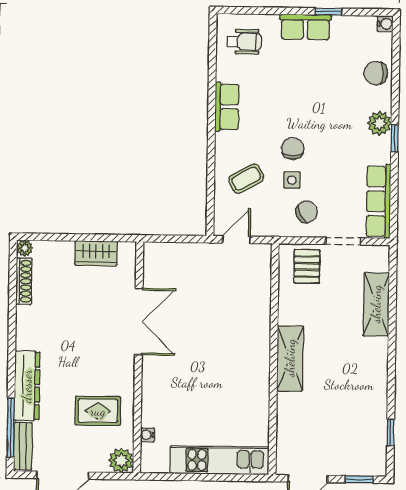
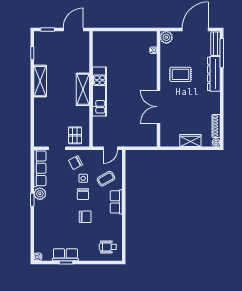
row of seats: (305, 27) -> (65, 255), moved
chair: (376, 73) -> (85, 217), moved
row of seats: (227, 107) -> (116, 202), moved
plant: (379, 123) -> (40, 194), moved
wardrobe: (96, 253) -> (190, 140), moved
shelving: (376, 304) -> (40, 81), moved
rug: (98, 411) -> (180, 74), moved
kitchen unit: (220, 460) -> (100, 92), moved, turned -90

